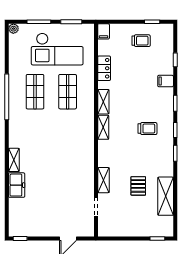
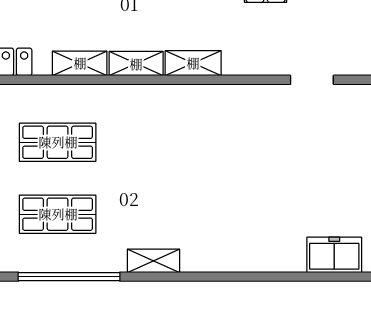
shelving: (14, 160) -> (153, 261), moved
shelving: (103, 180) -> (193, 63), moved
freezer: (17, 185) -> (334, 255), moved

